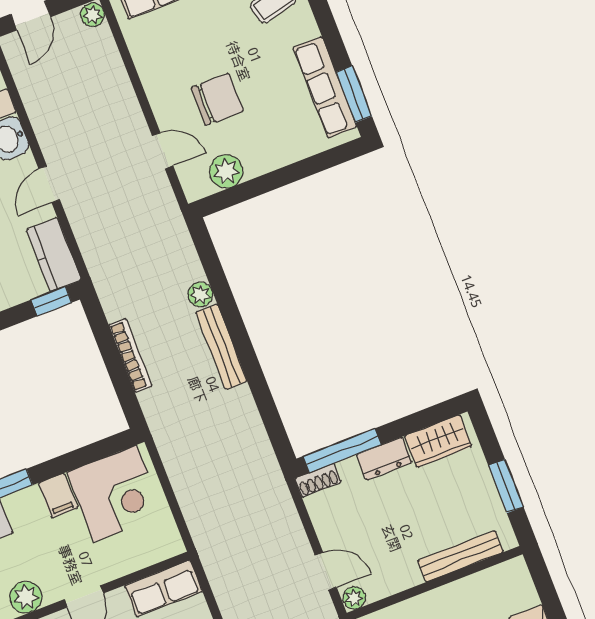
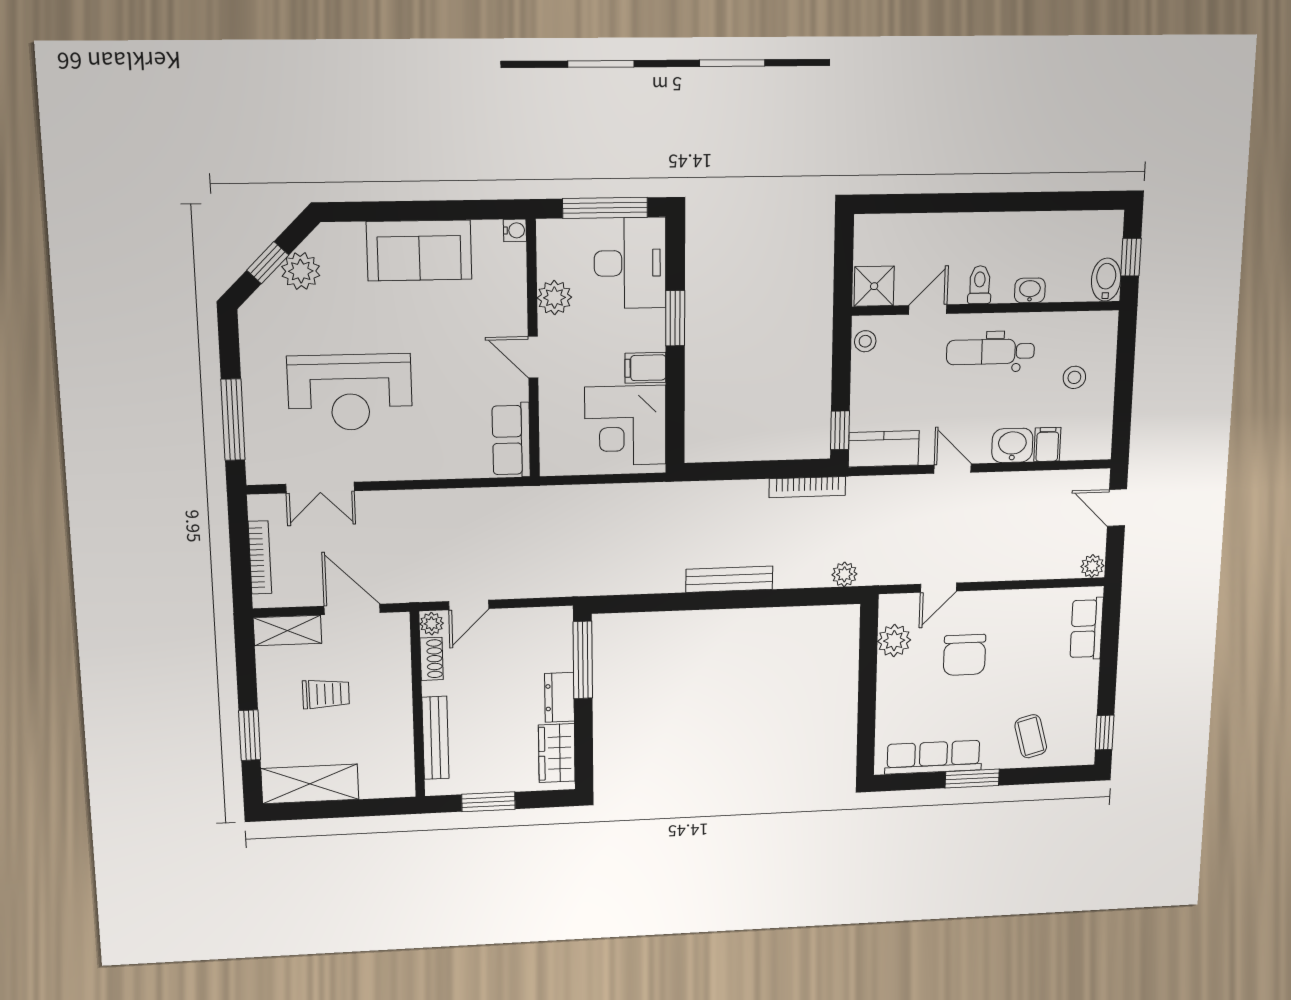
window: (354, 94) -> (972, 779), moved
plant: (200, 295) -> (844, 574), moved
bookcase: (130, 355) -> (807, 487), moved
shoe rack: (318, 480) -> (432, 659), moved, turned 180

